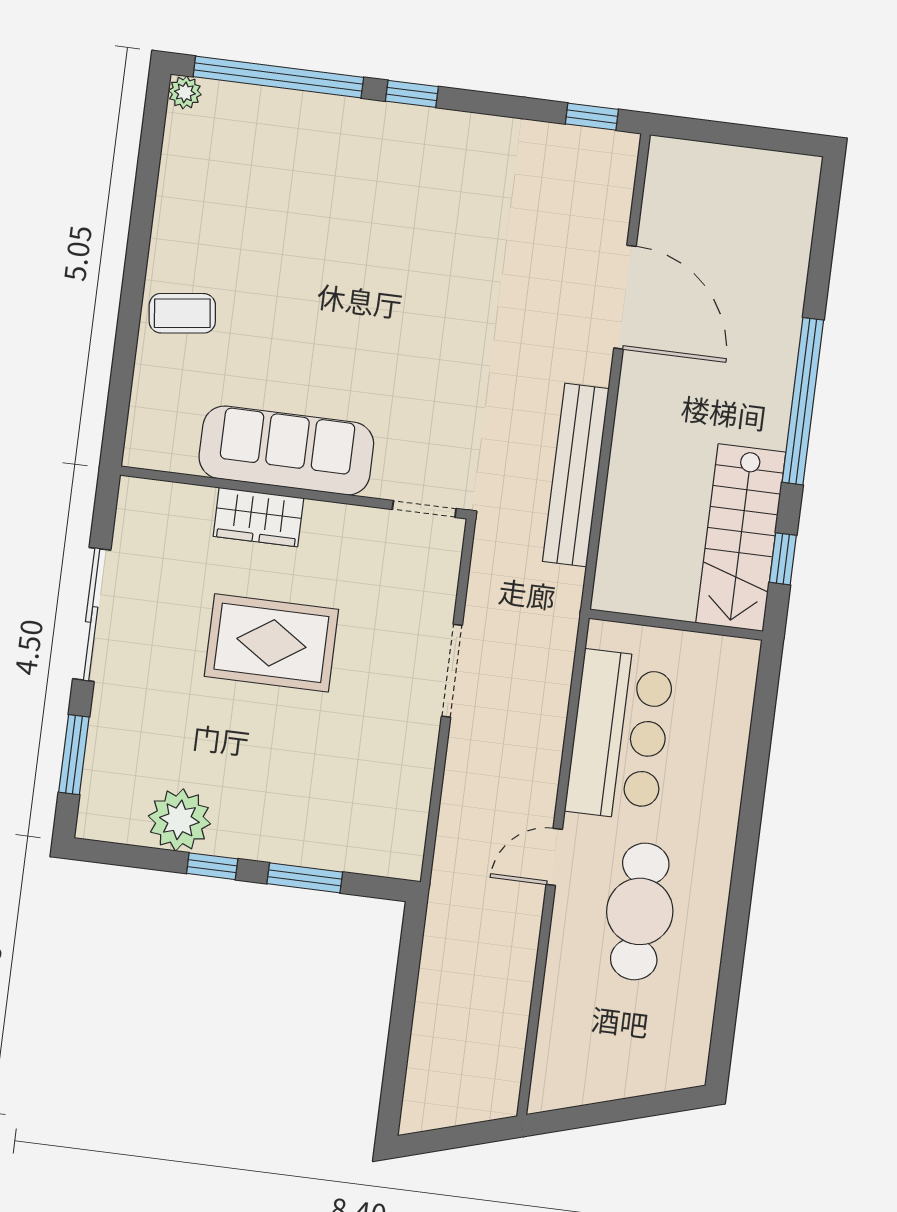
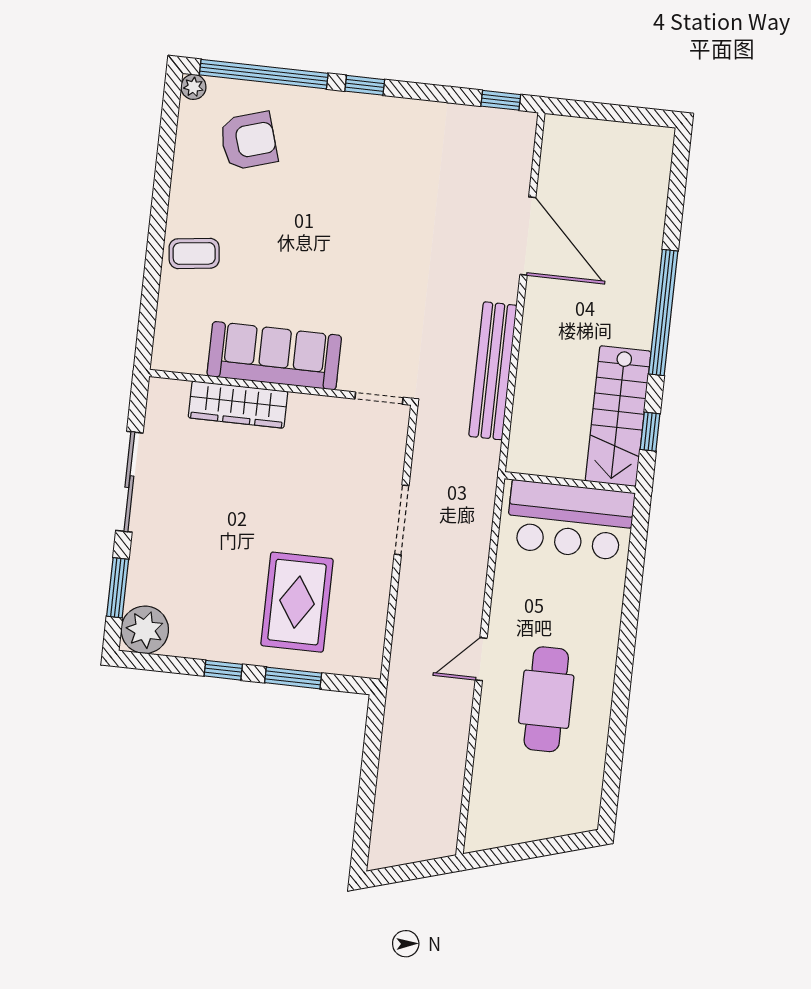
armchair: (257, 165) -> (249, 141), added
wardrobe: (258, 517) -> (238, 405), width x1.50
rug: (271, 643) -> (297, 602), moved, turned 90
bar counter: (620, 735) -> (570, 520), moved, turned 90
plant: (179, 820) -> (145, 630), moved

